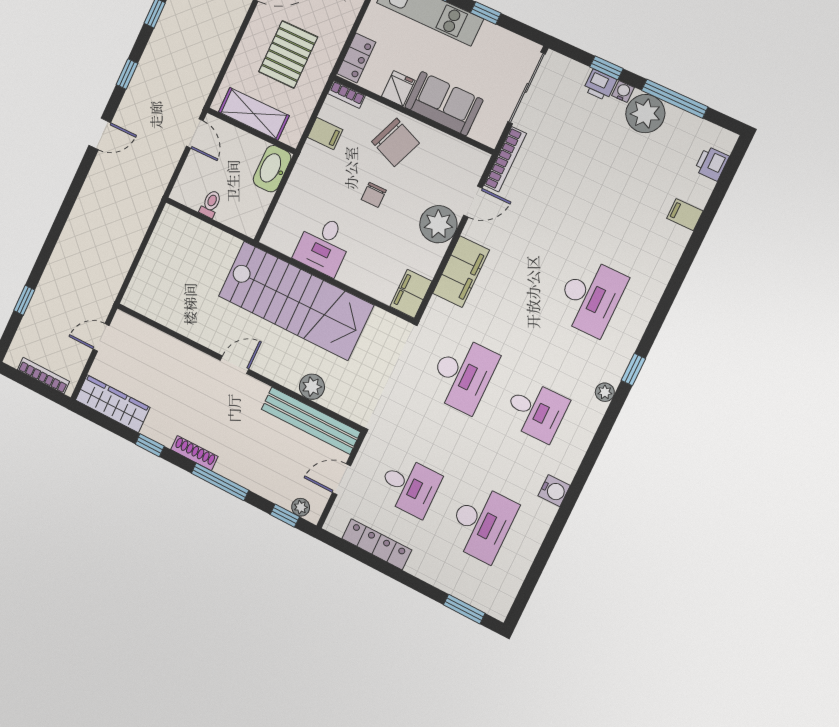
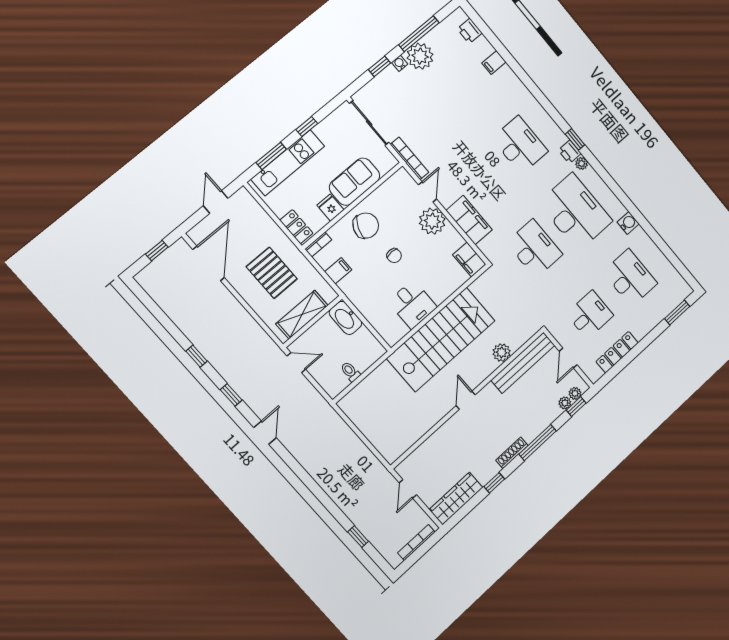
printer: (600, 85) -> (570, 152), moved, turned 90
desk: (536, 411) -> (575, 212), width x1.87, depth x1.30
plant: (283, 498) -> (565, 403), added

